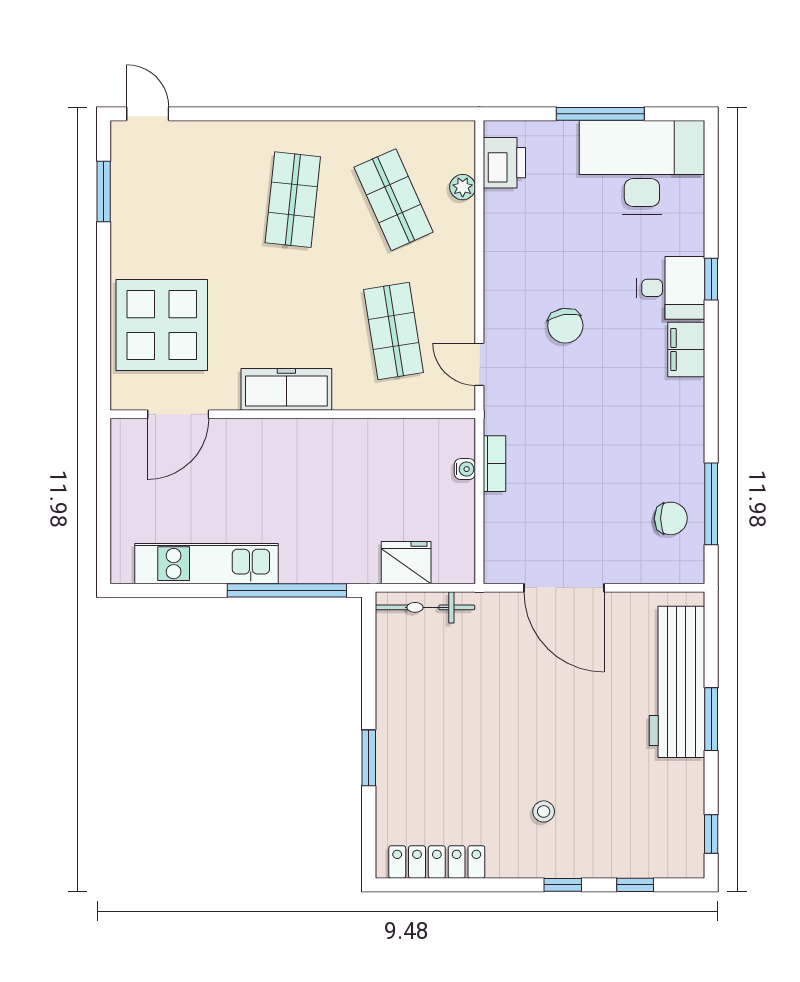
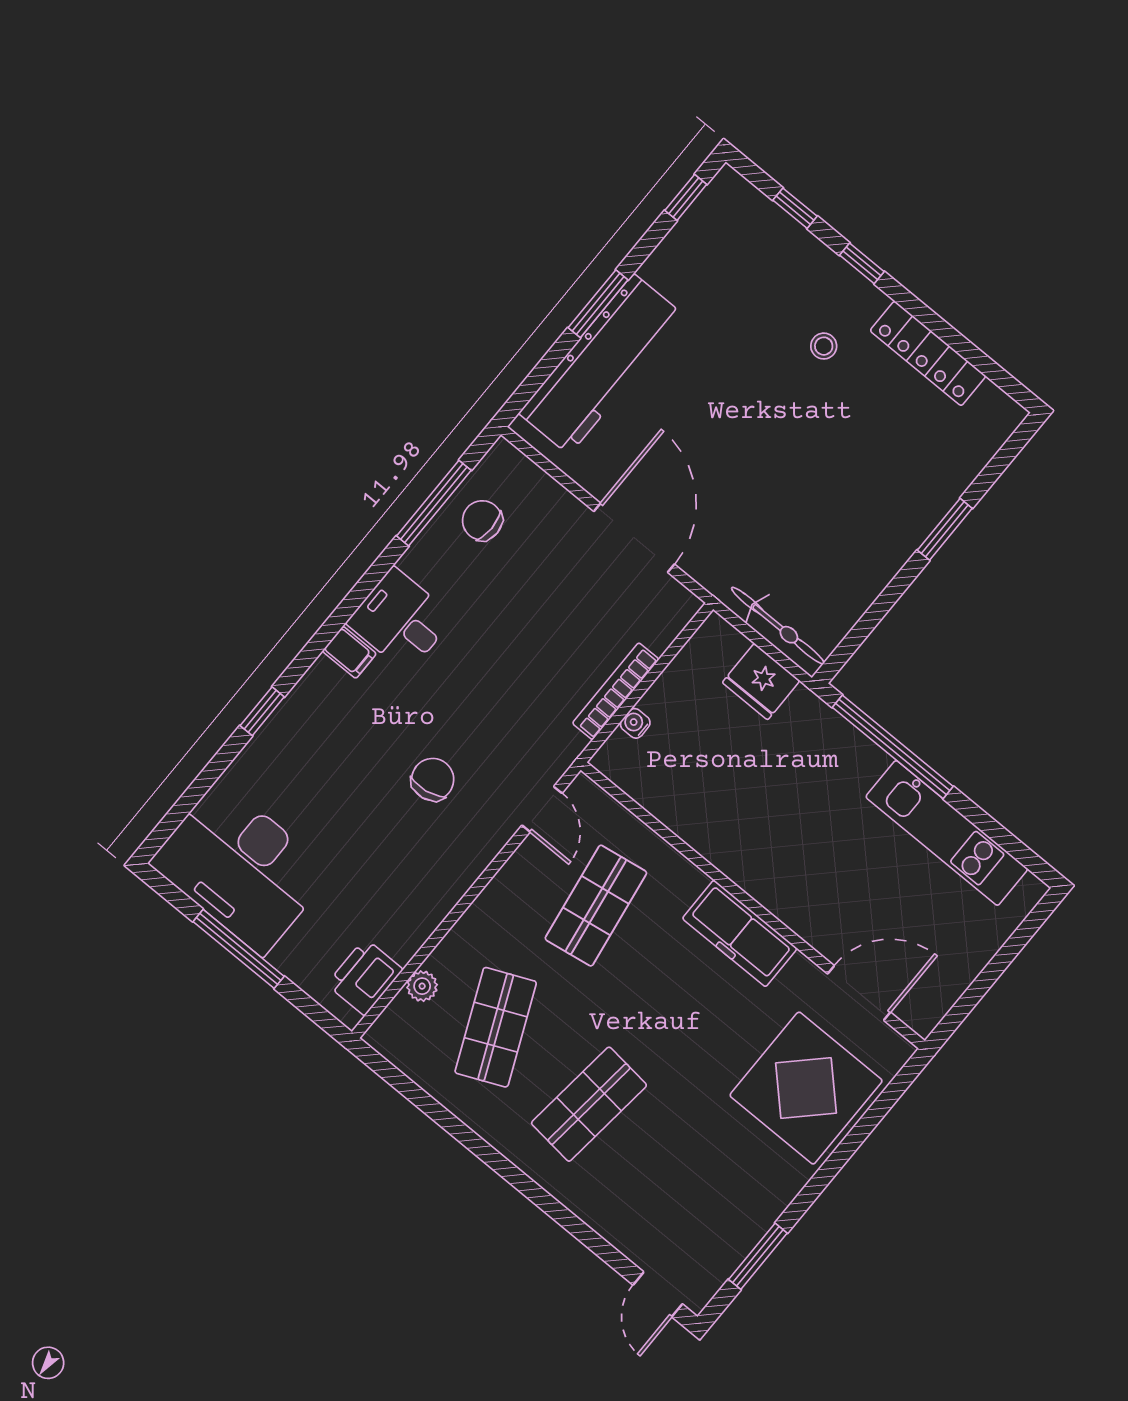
desk: (670, 288) -> (401, 620), moved
filing cabinet: (686, 349) -> (349, 652), width x0.50
bookcase: (494, 464) -> (616, 691), width x1.56
locker: (437, 862) -> (928, 353), moved

